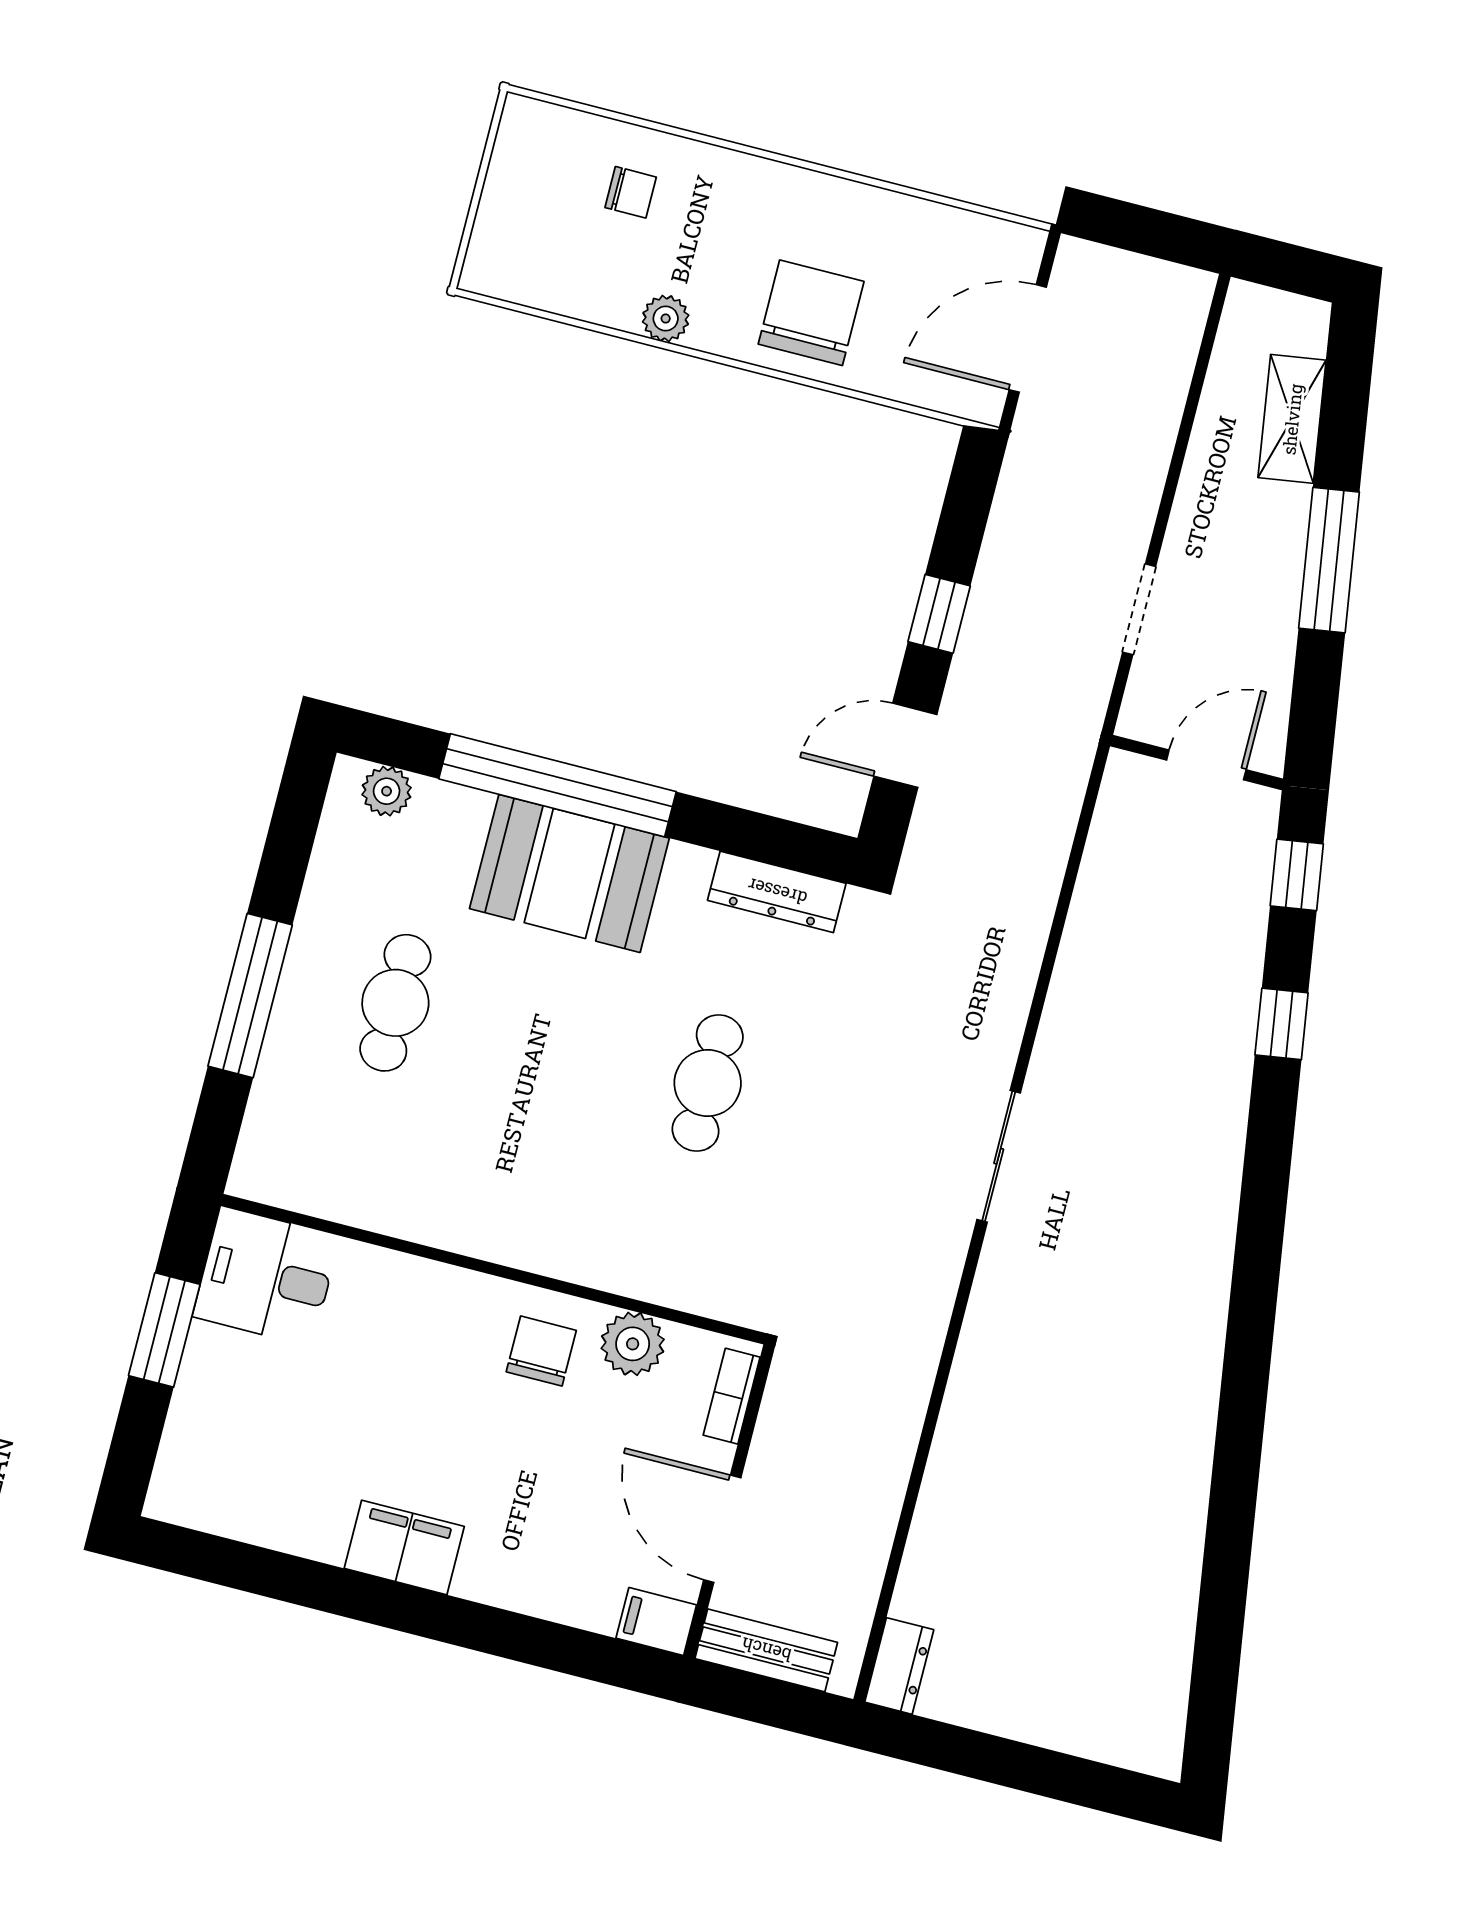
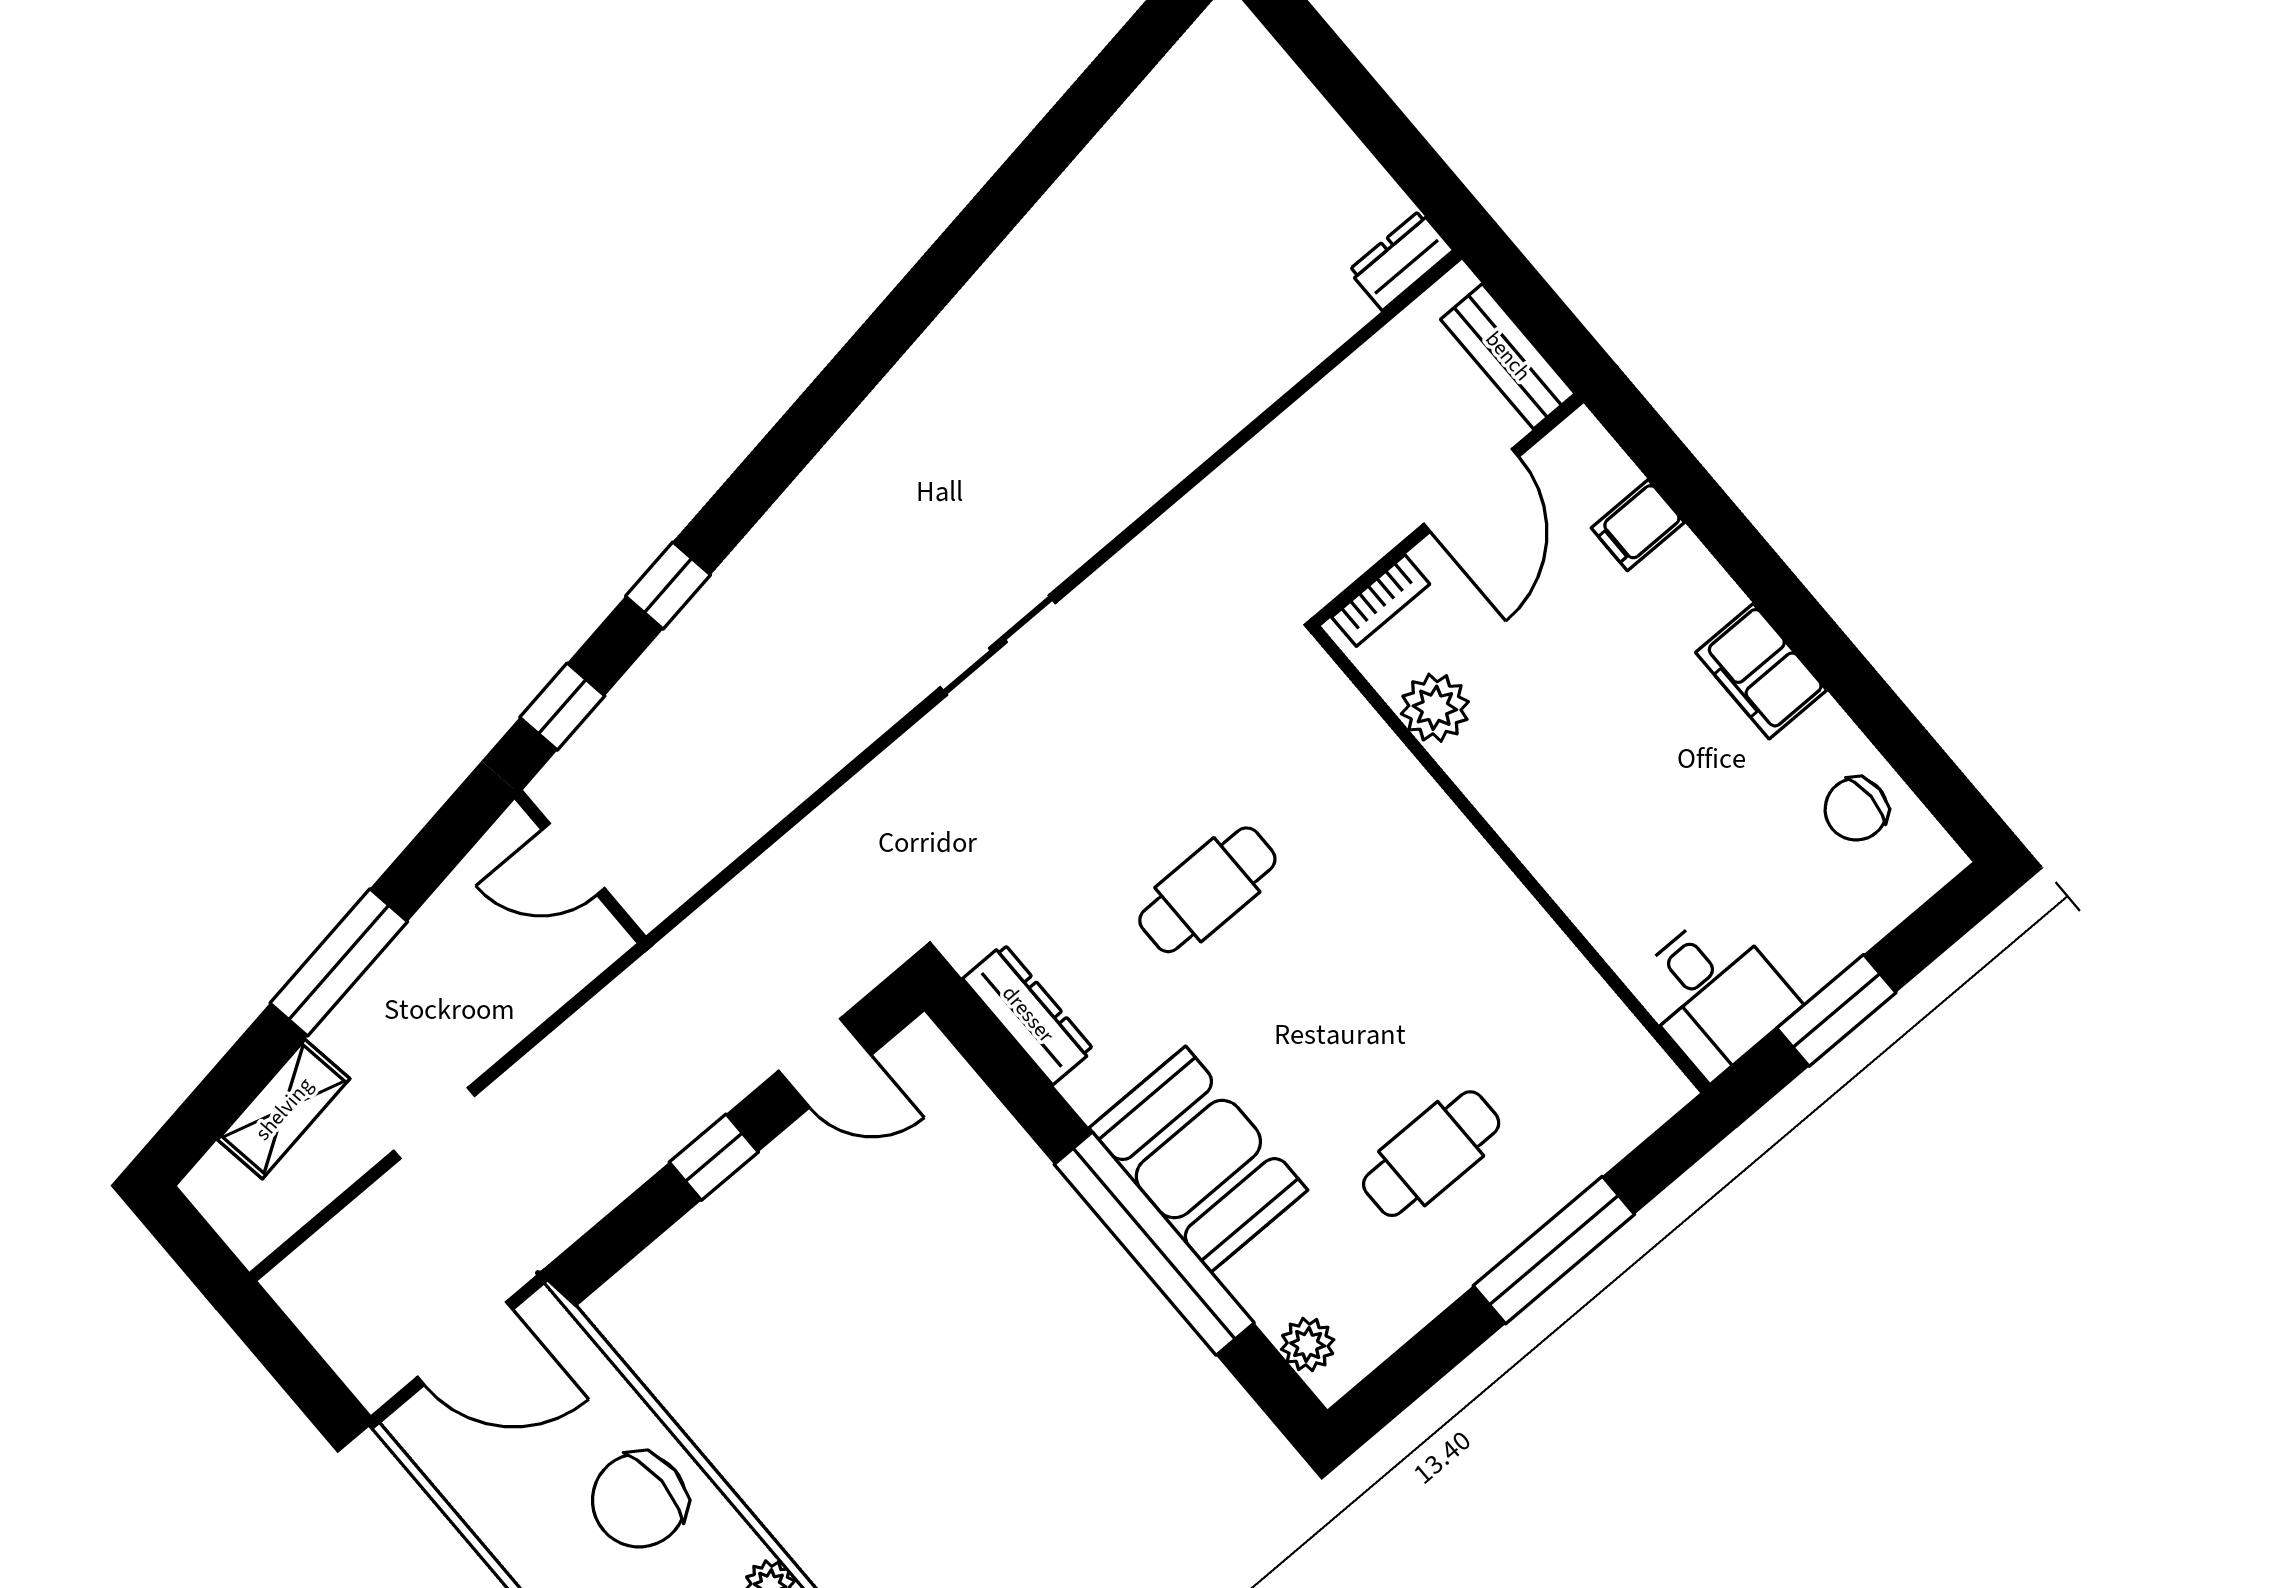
doorway: (1139, 609) -> (434, 1123), moved
chair: (541, 1351) -> (1856, 809), moved
filing cabinet: (656, 1622) -> (1638, 525), moved, turned 90

